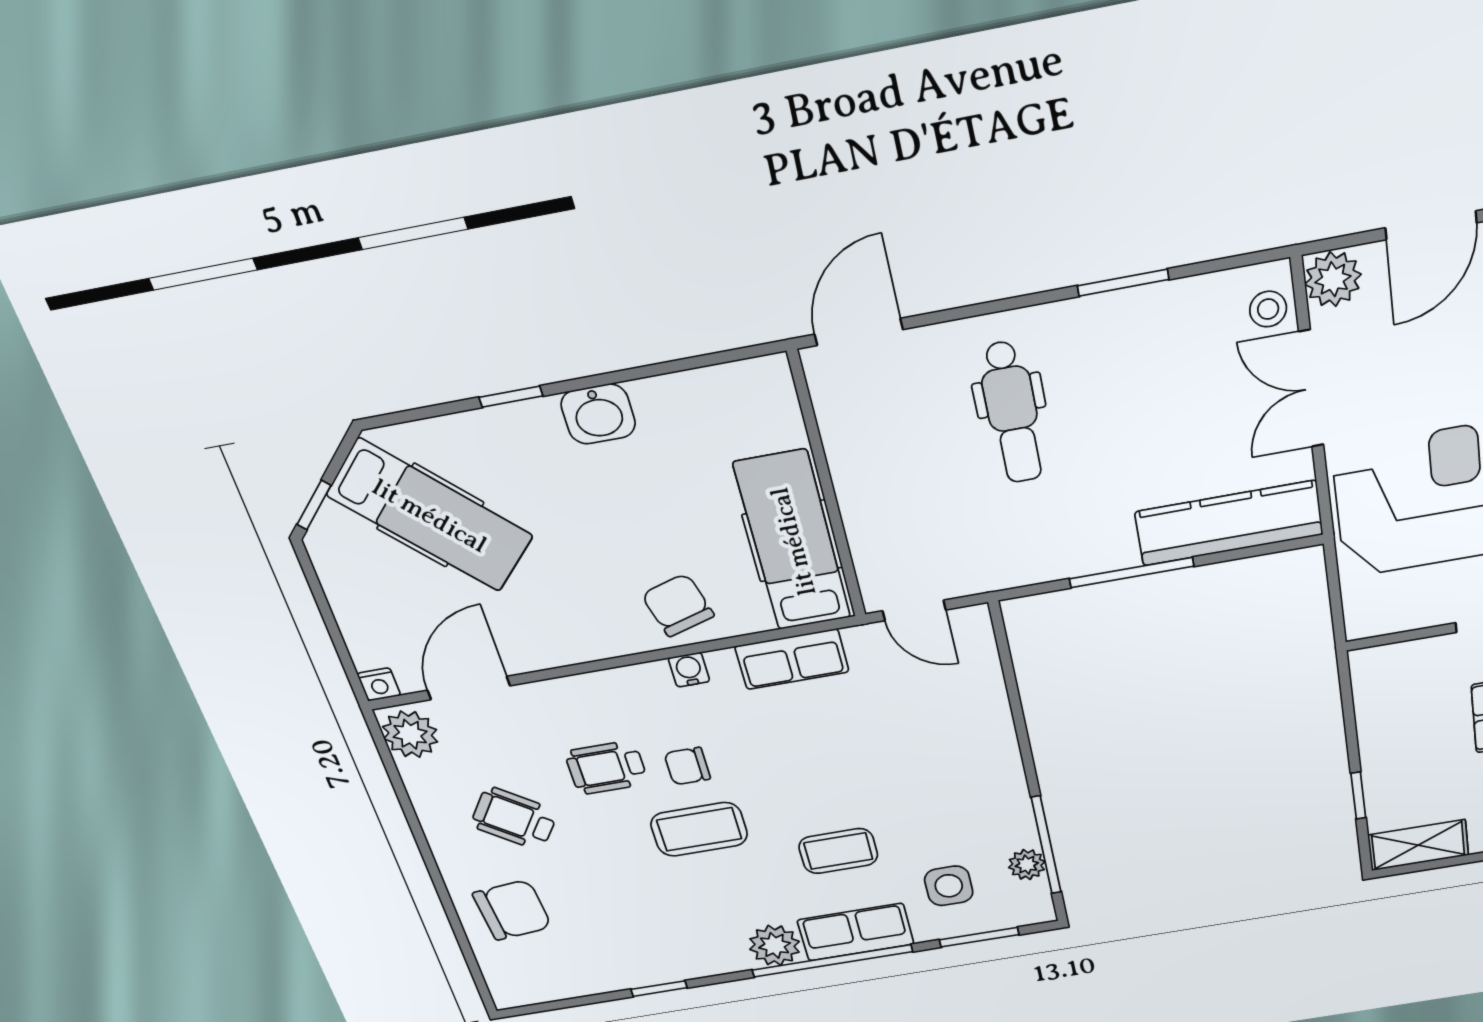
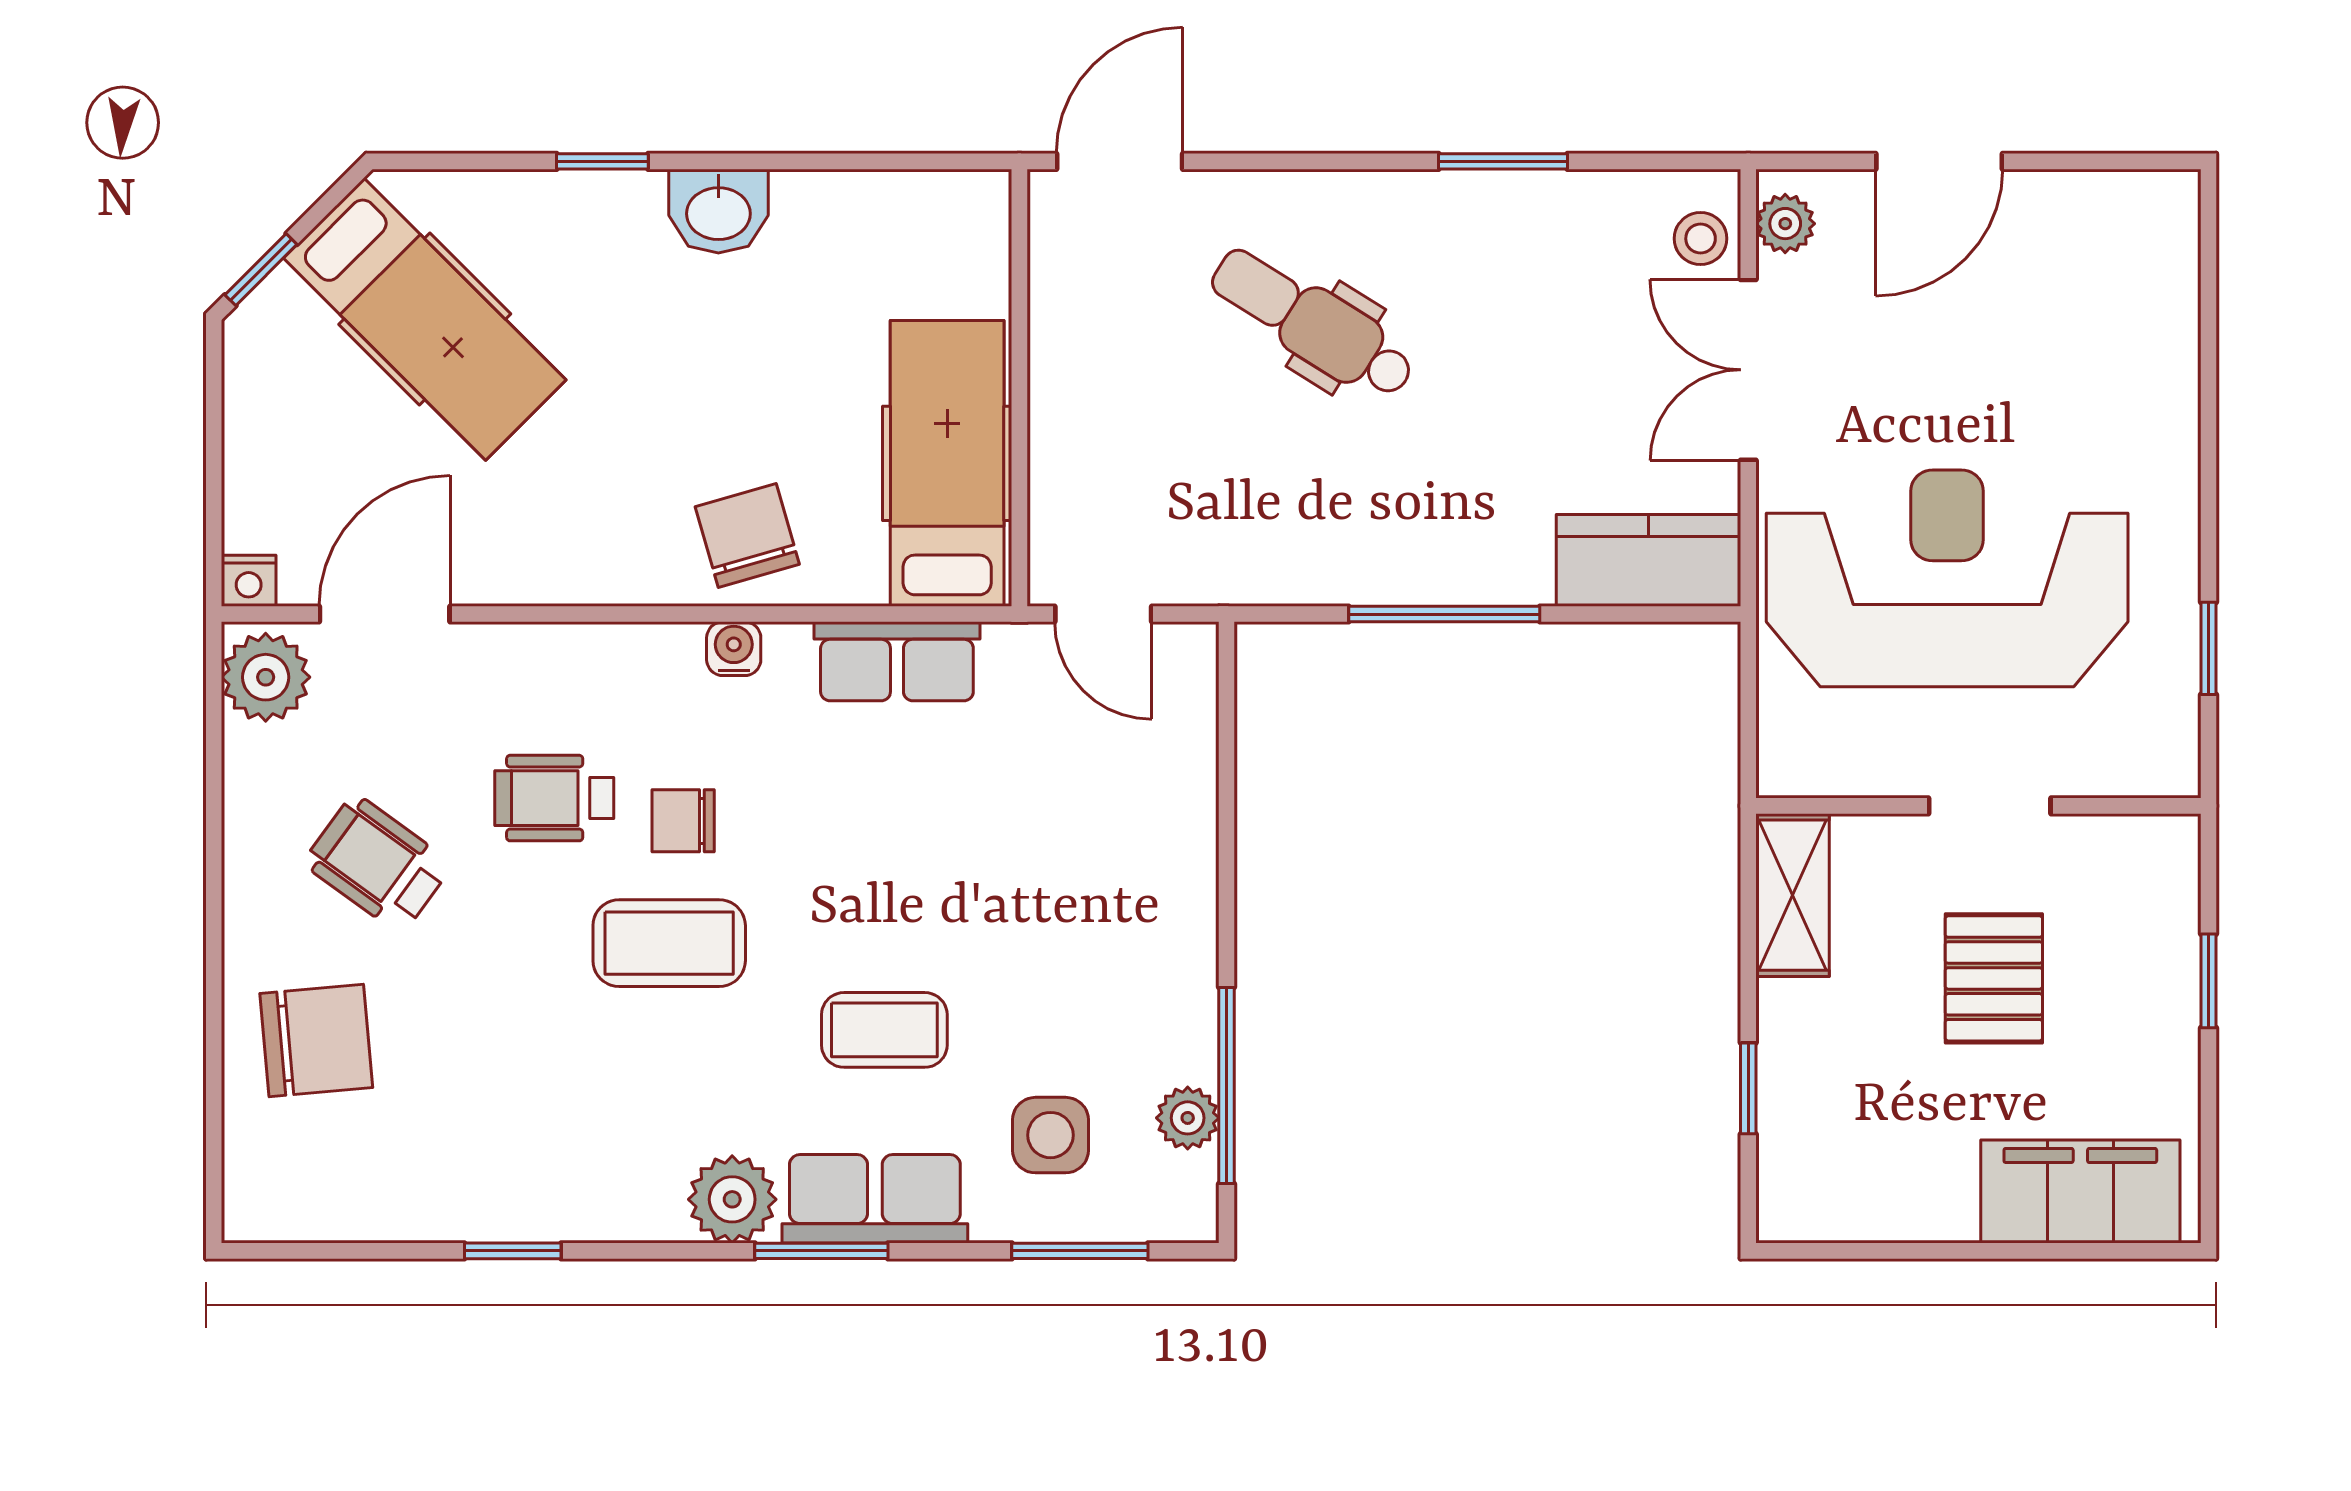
plant: (1333, 279) -> (1785, 224), width x0.73, depth x0.73
dental chair: (1012, 413) -> (1313, 324), turned 122
kitchen counter: (1229, 523) -> (1648, 560), width x0.67
shelving: (1418, 845) -> (1793, 895), moved, turned 90
window: (832, 961) -> (821, 1251), width x0.47

